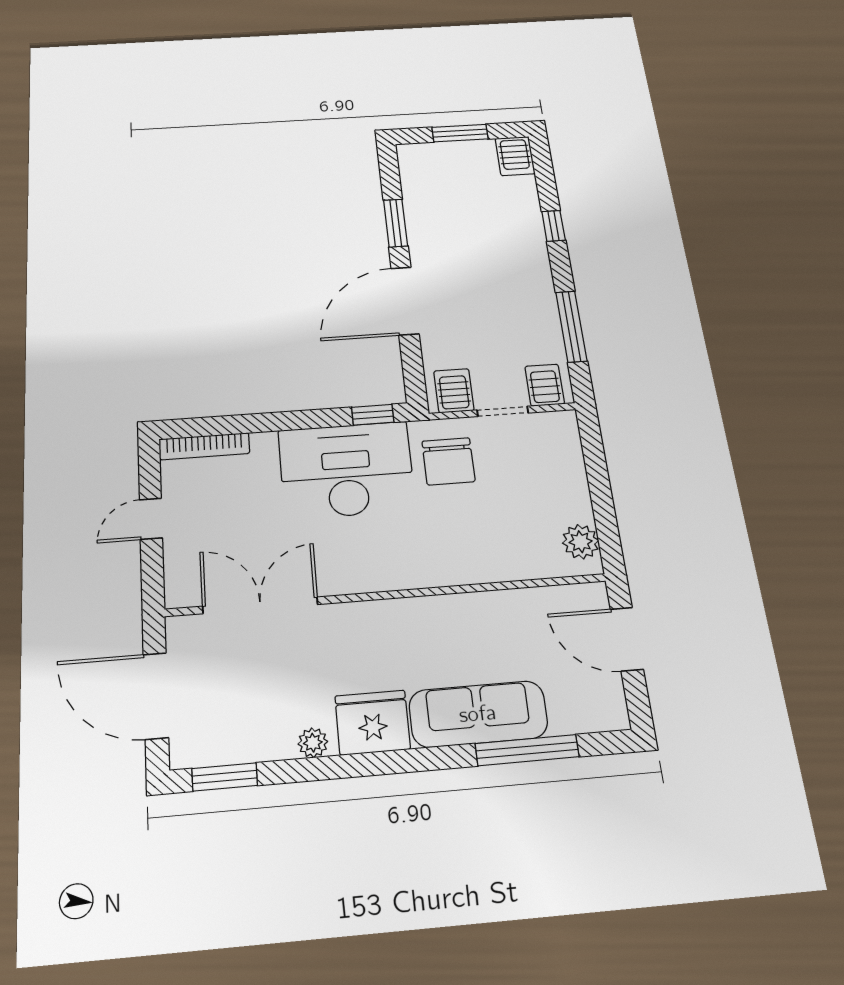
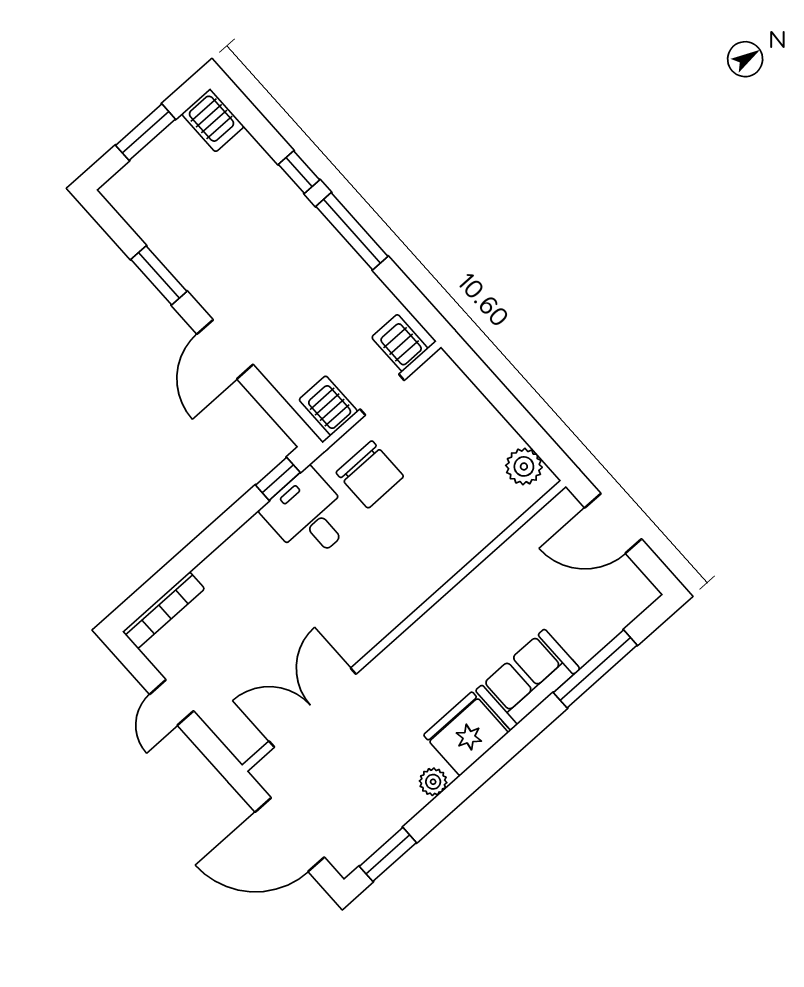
door: (405, 301) -> (225, 349), width x0.73
window: (571, 326) -> (352, 231), moved
desk: (346, 470) -> (309, 516), width x0.53, depth x0.77
sofa: (478, 714) -> (528, 680), width x0.73

